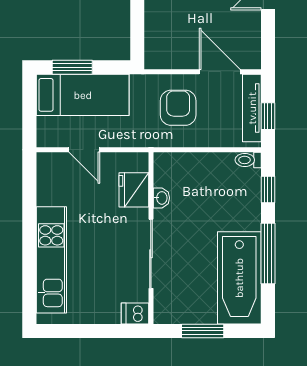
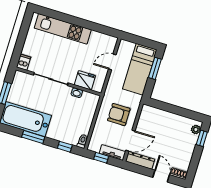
dresser: (251, 43) -> (140, 160), added
armchair: (178, 108) -> (119, 115), turned 180
tv unit: (252, 108) -> (112, 153), width x0.71
window: (268, 254) -> (33, 137), width x0.69

